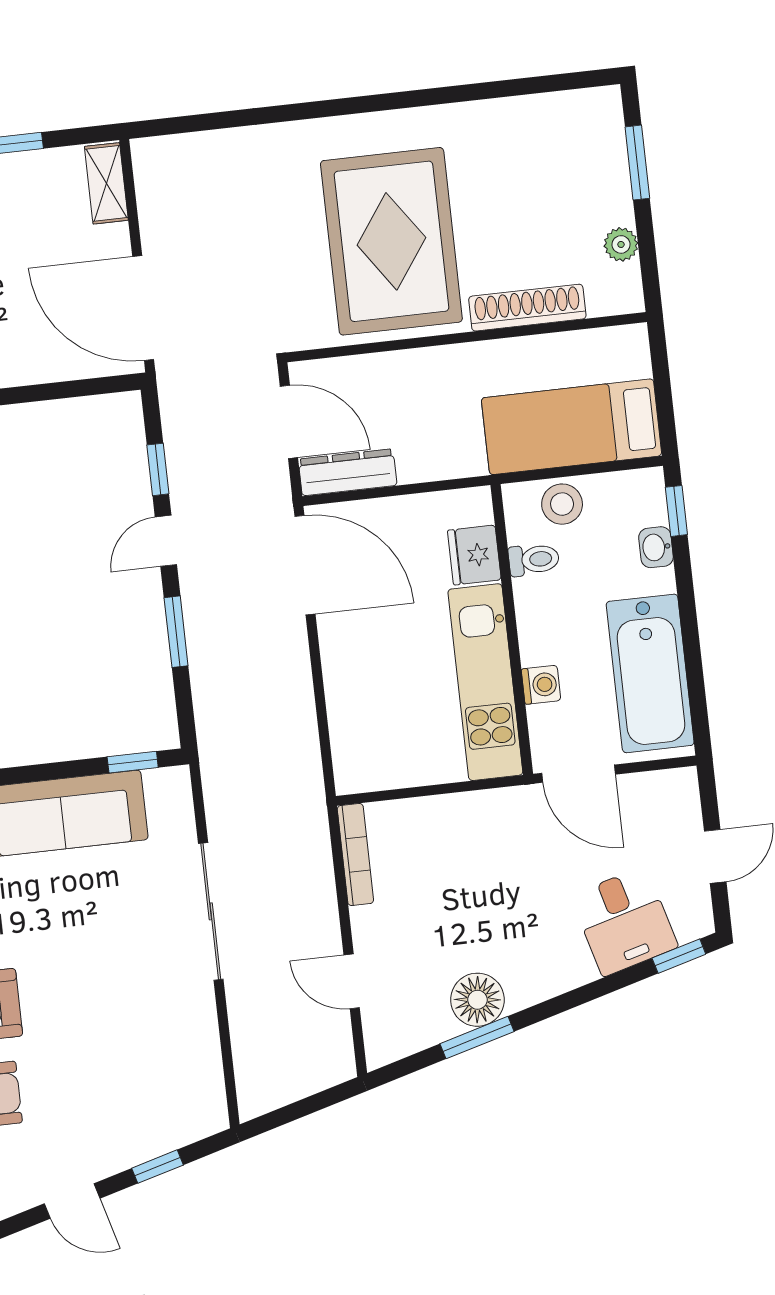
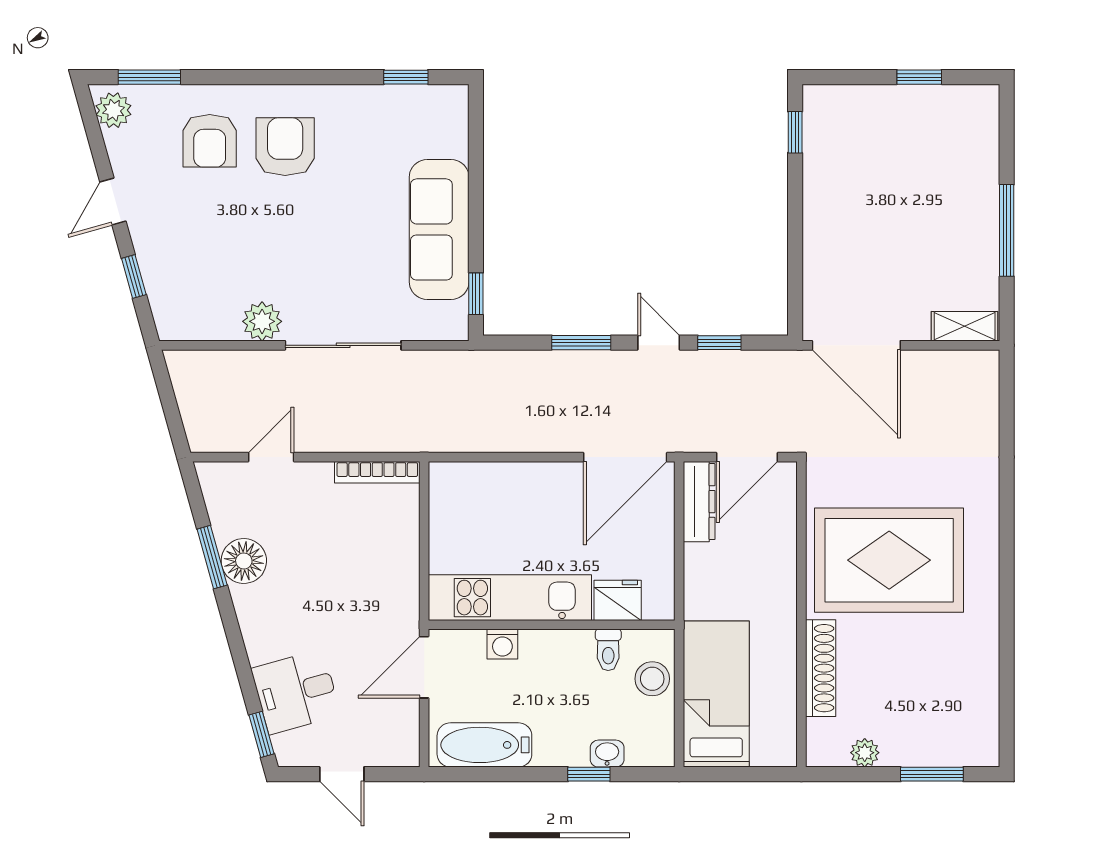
door: (143, 308) -> (856, 345), swing flipped
window: (676, 511) -> (589, 774), moved
bathtub: (650, 673) -> (484, 745), width x0.73, depth x0.73
plant: (193, 1010) -> (262, 321), added

